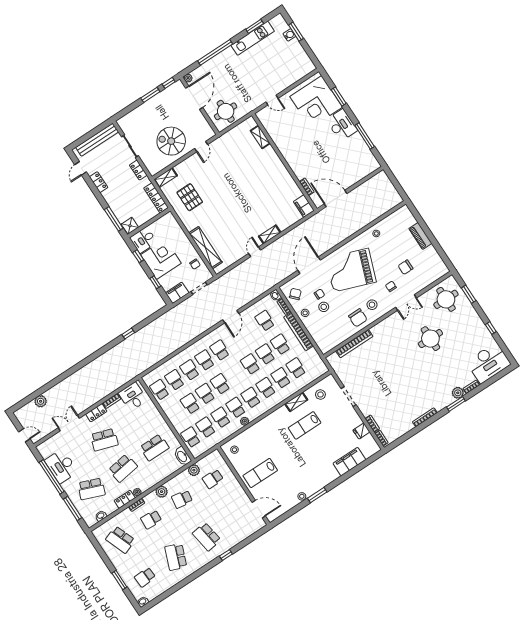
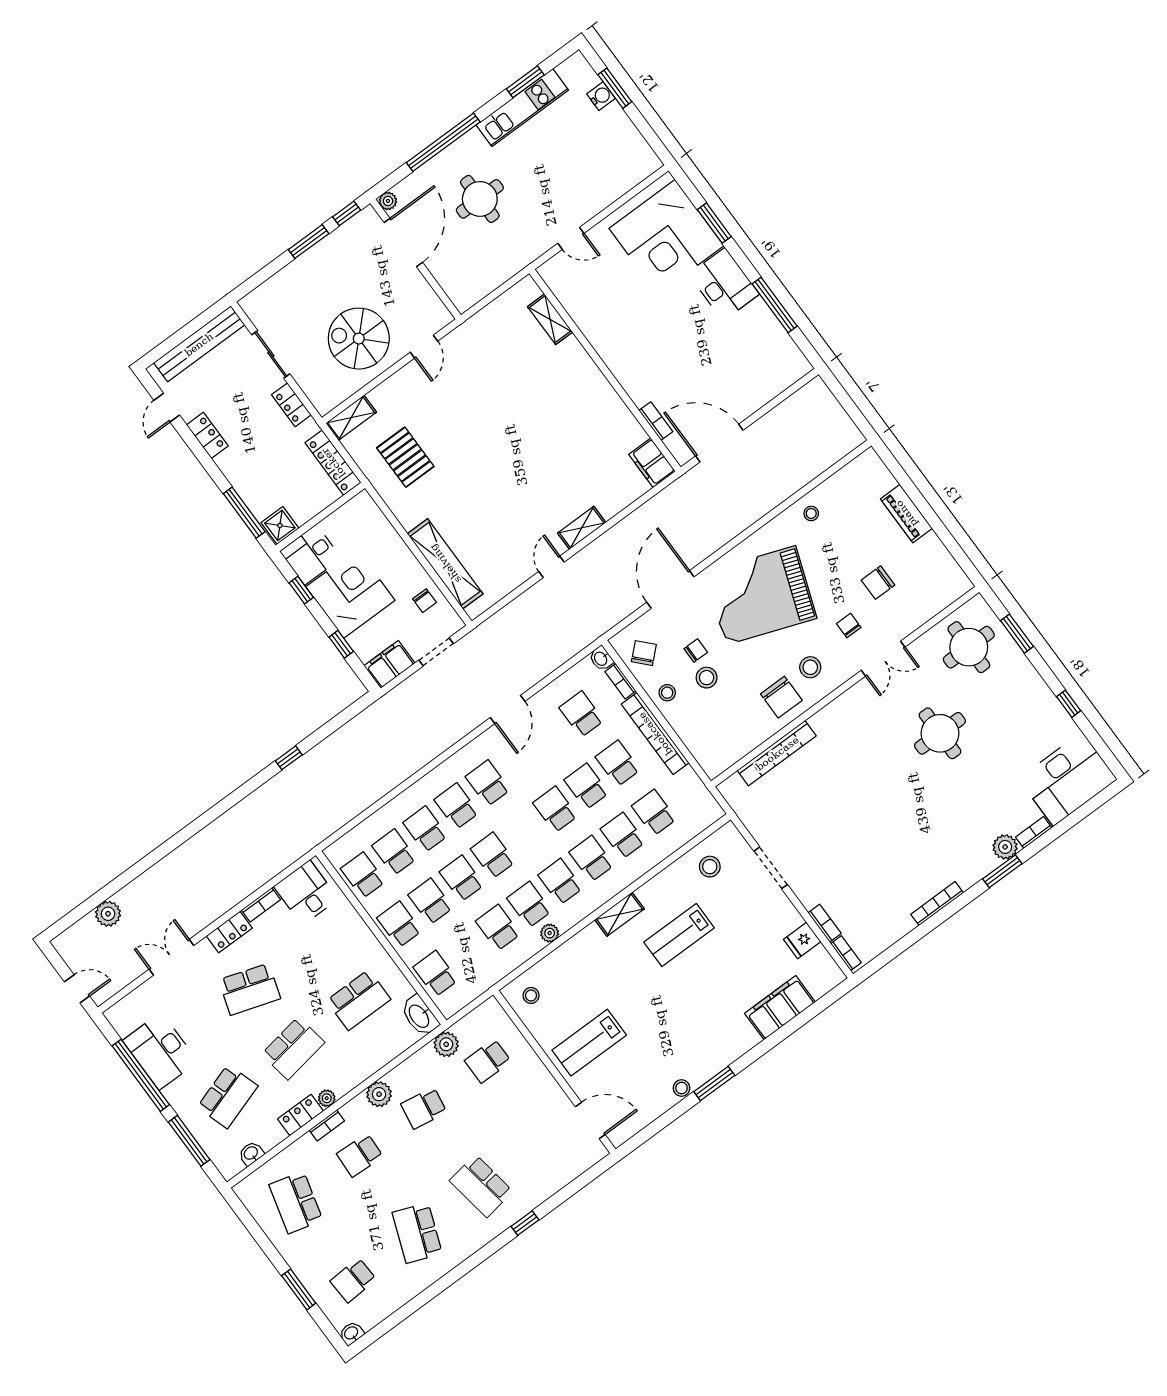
round table: (226, 111) -> (480, 199), moved
shelving: (296, 402) -> (619, 914), moved
school desk: (206, 427) -> (399, 924), moved
school desk: (91, 489) -> (228, 1096), turned -39
school desk: (120, 540) -> (296, 1202), turned 36

